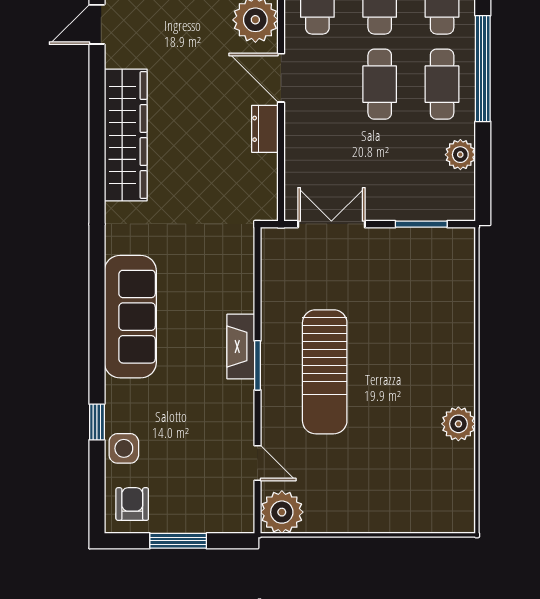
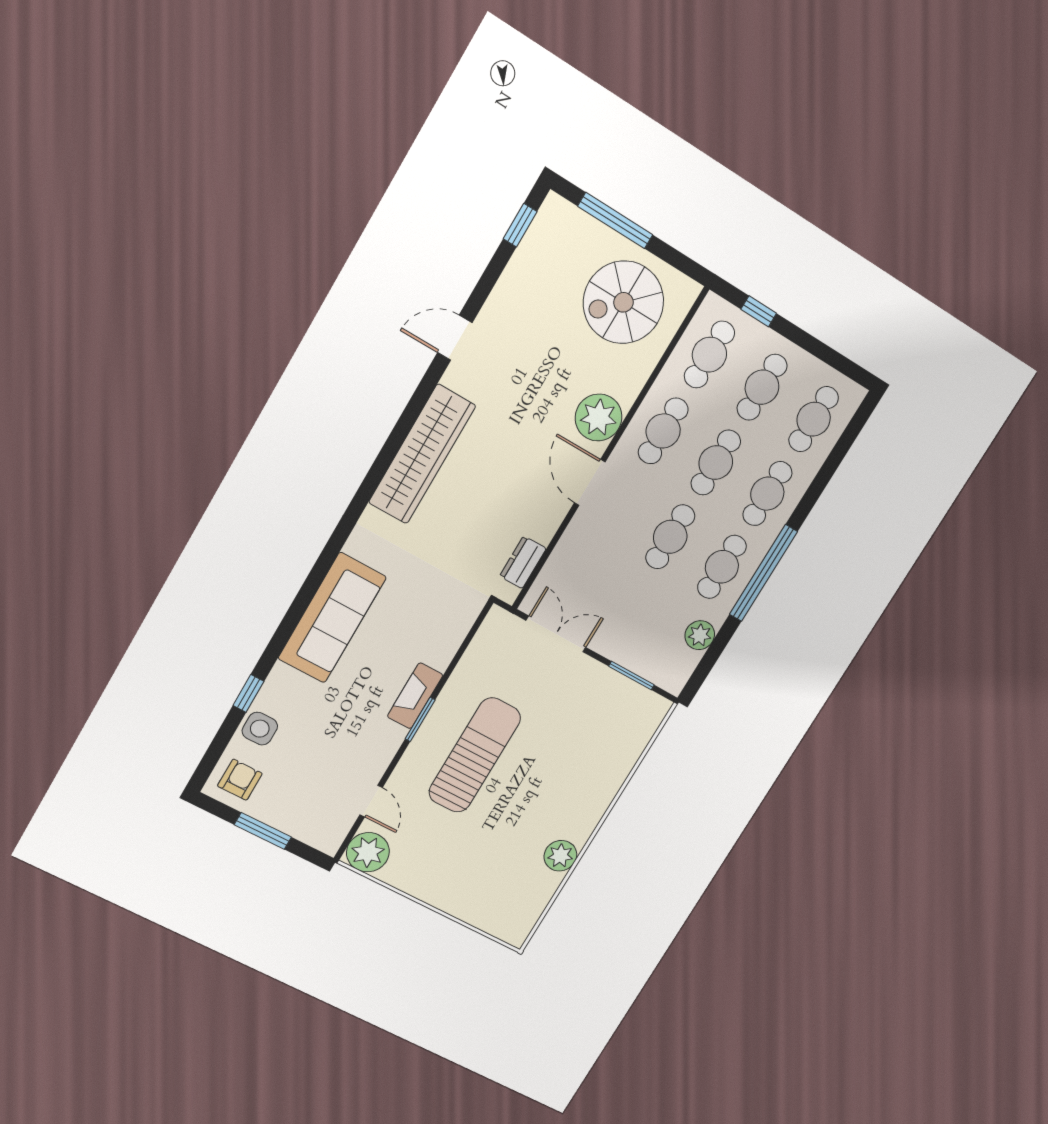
dresser: (265, 129) -> (523, 562), moved
sun lounger: (325, 372) -> (475, 755), turned 180

